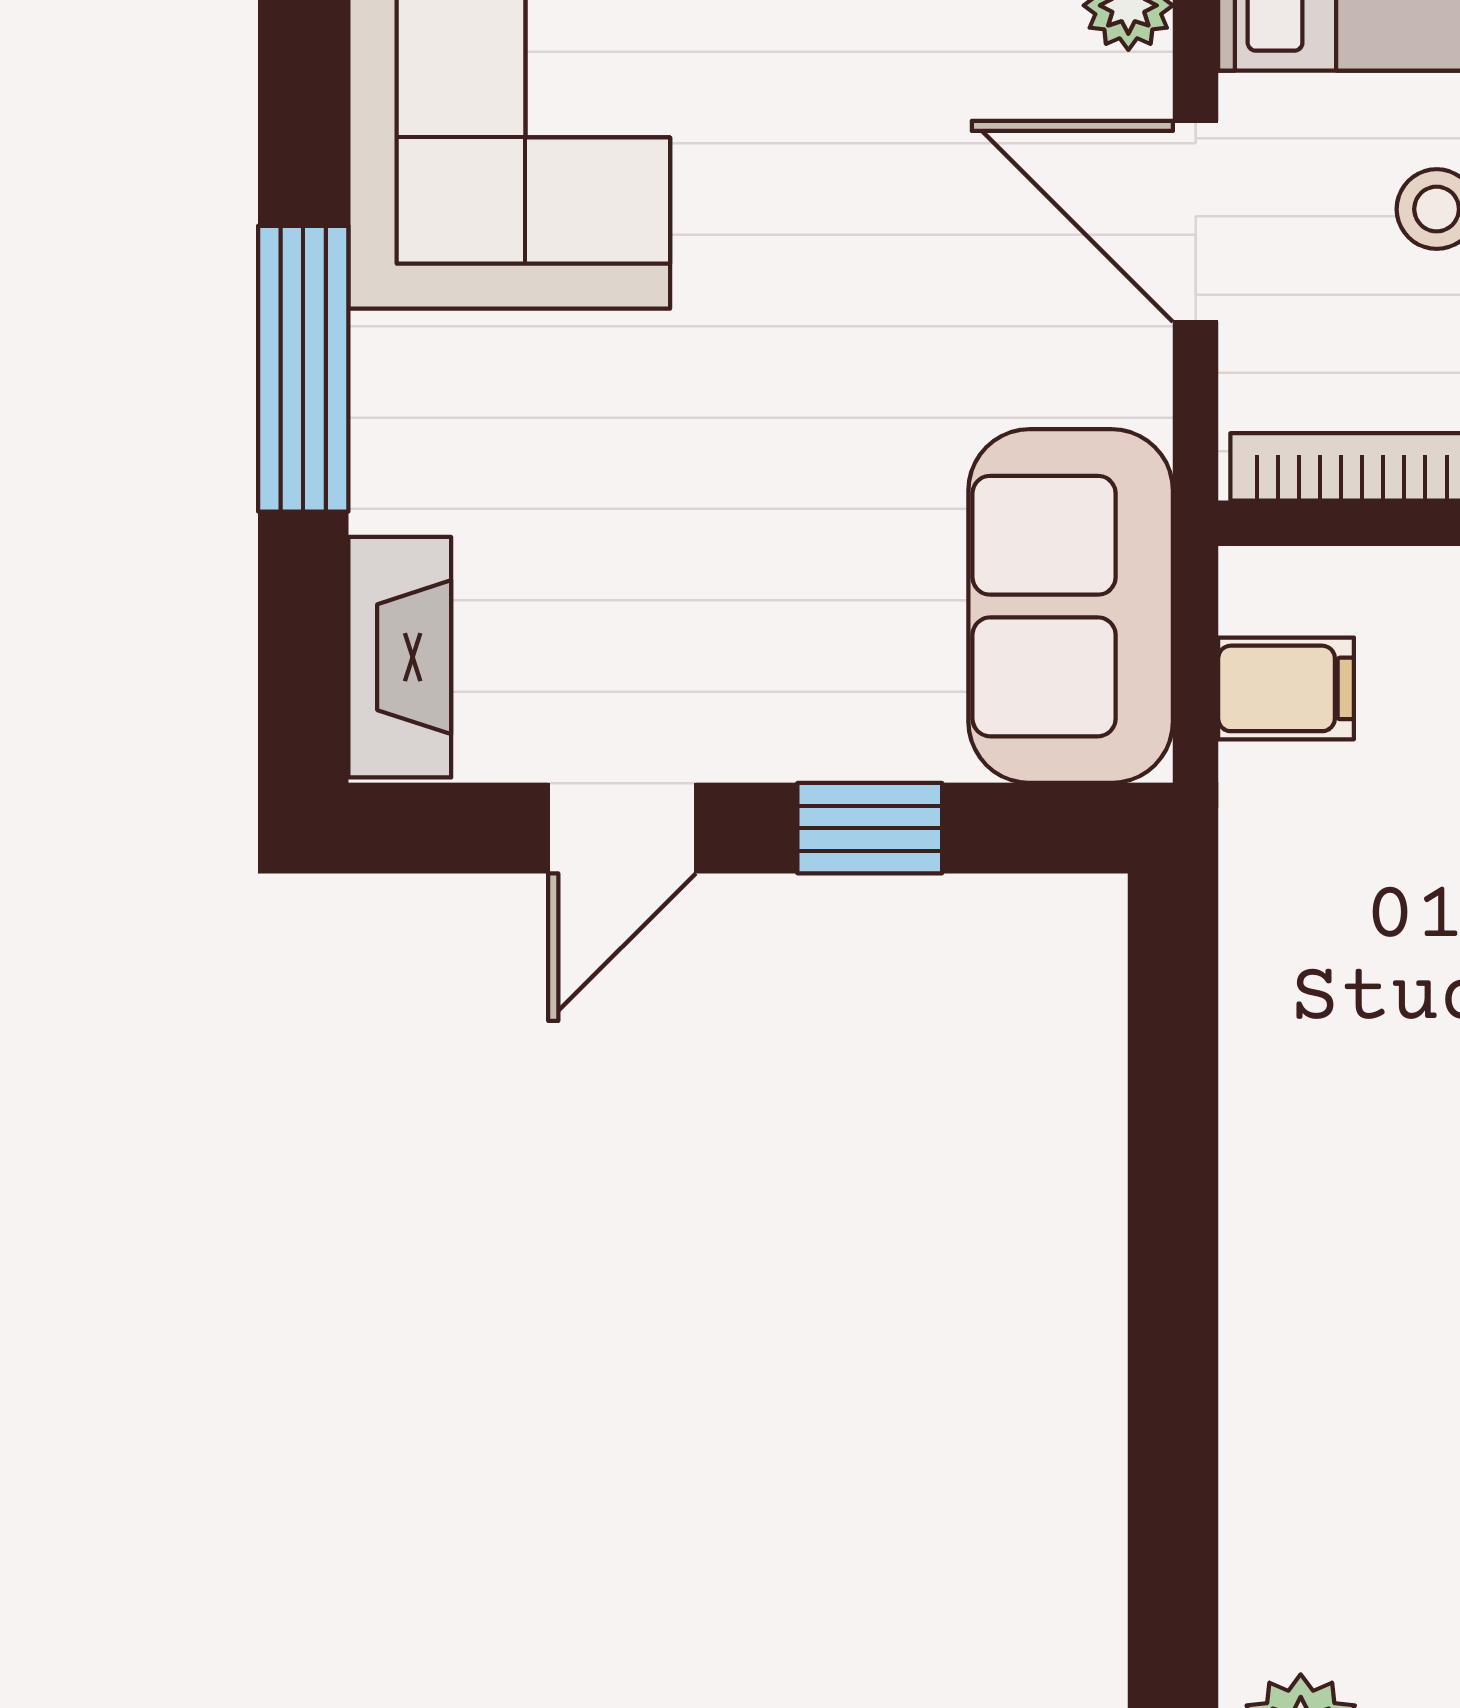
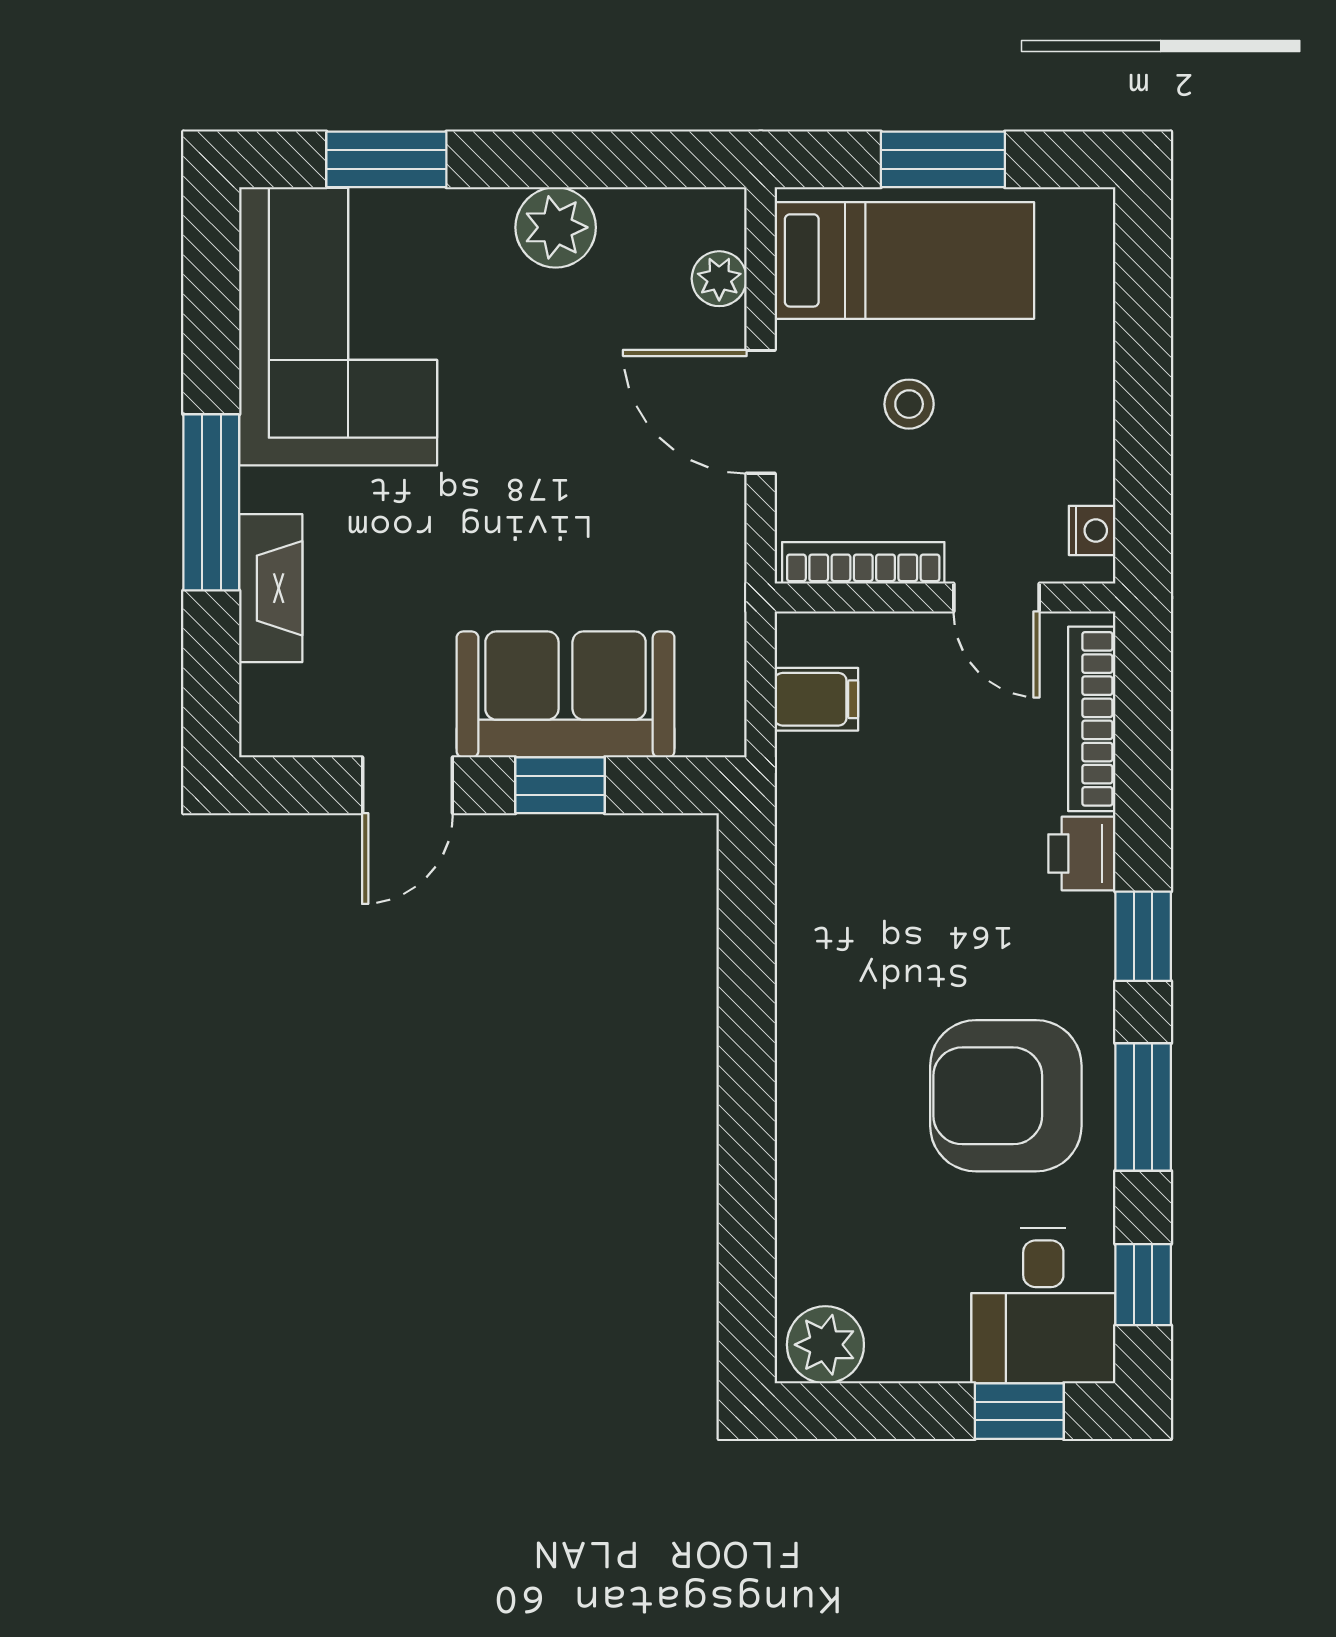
sofa: (1071, 606) -> (566, 694), moved, turned 90
fireplace: (400, 657) -> (271, 588), moved

